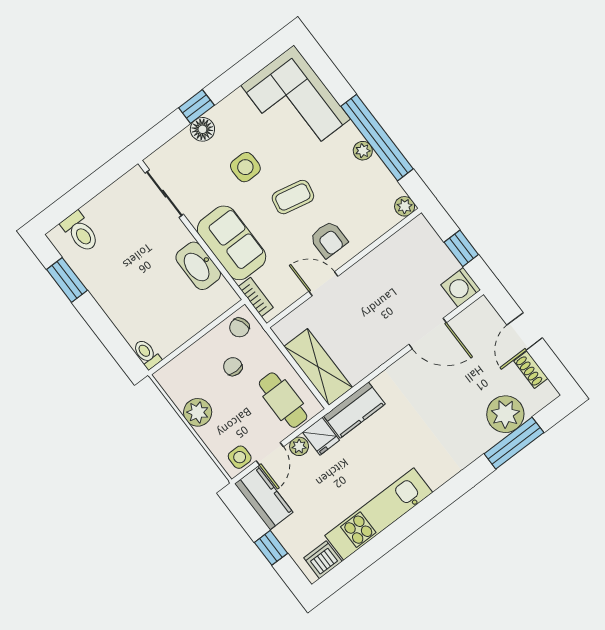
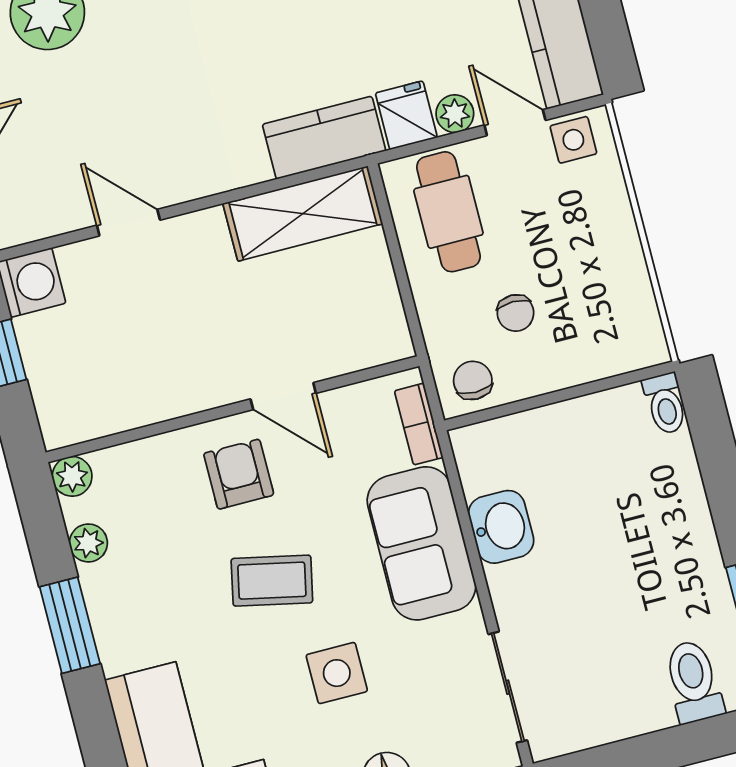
window: (377, 138) -> (70, 625), width x0.47
plant: (363, 151) -> (88, 543), moved
washbasin: (198, 266) -> (501, 527), width x0.72
chair: (239, 327) -> (473, 380), turned -68
door: (428, 333) -> (128, 223), width x0.73
shelving: (318, 367) -> (303, 214), moved, turned 90
plant: (198, 412) -> (616, 256), removed
door: (270, 454) -> (515, 123), hinge flipped

